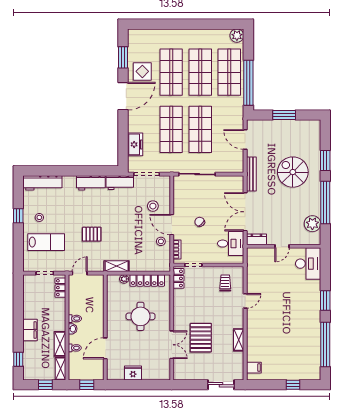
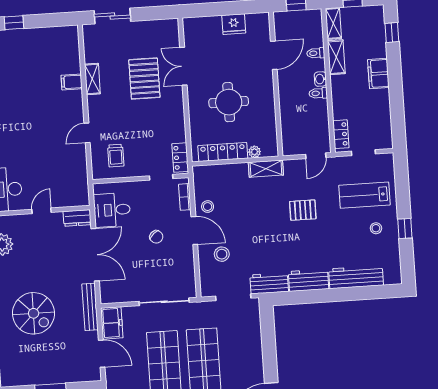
freezer: (135, 144) -> (112, 323), moved, turned 180
workbench: (42, 183) -> (356, 277), moved
filing cabinet: (254, 368) -> (72, 82), moved

